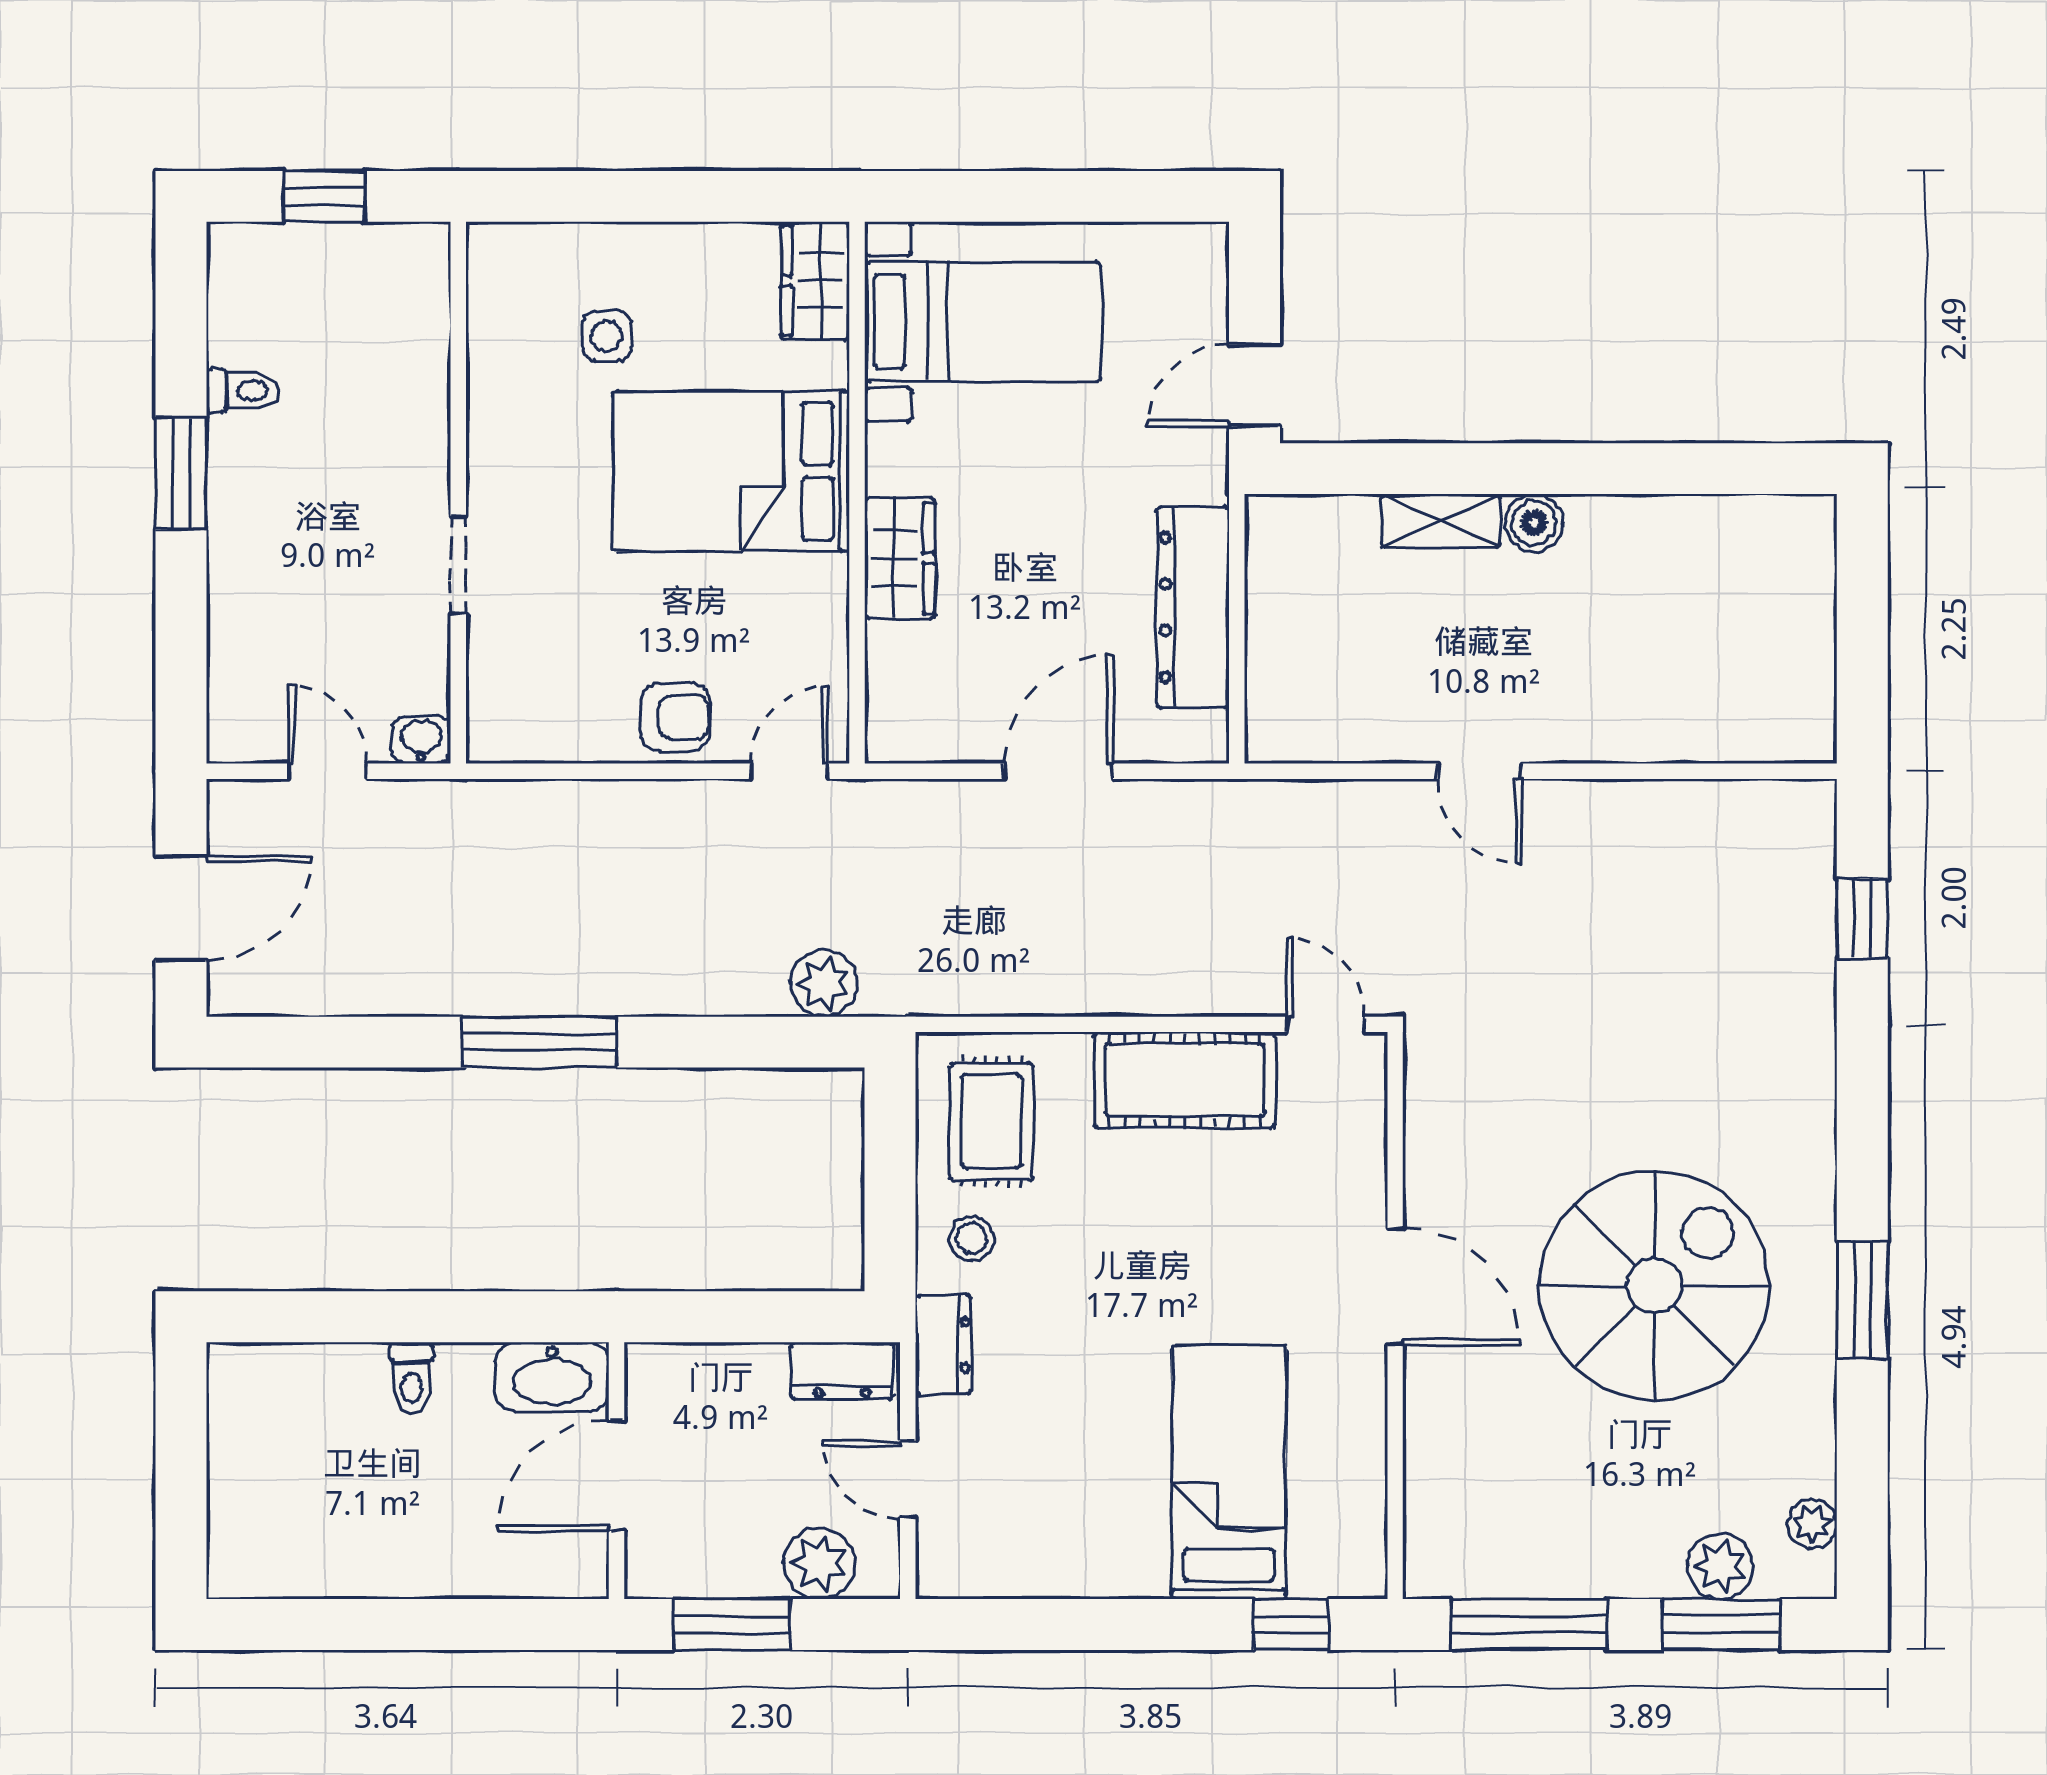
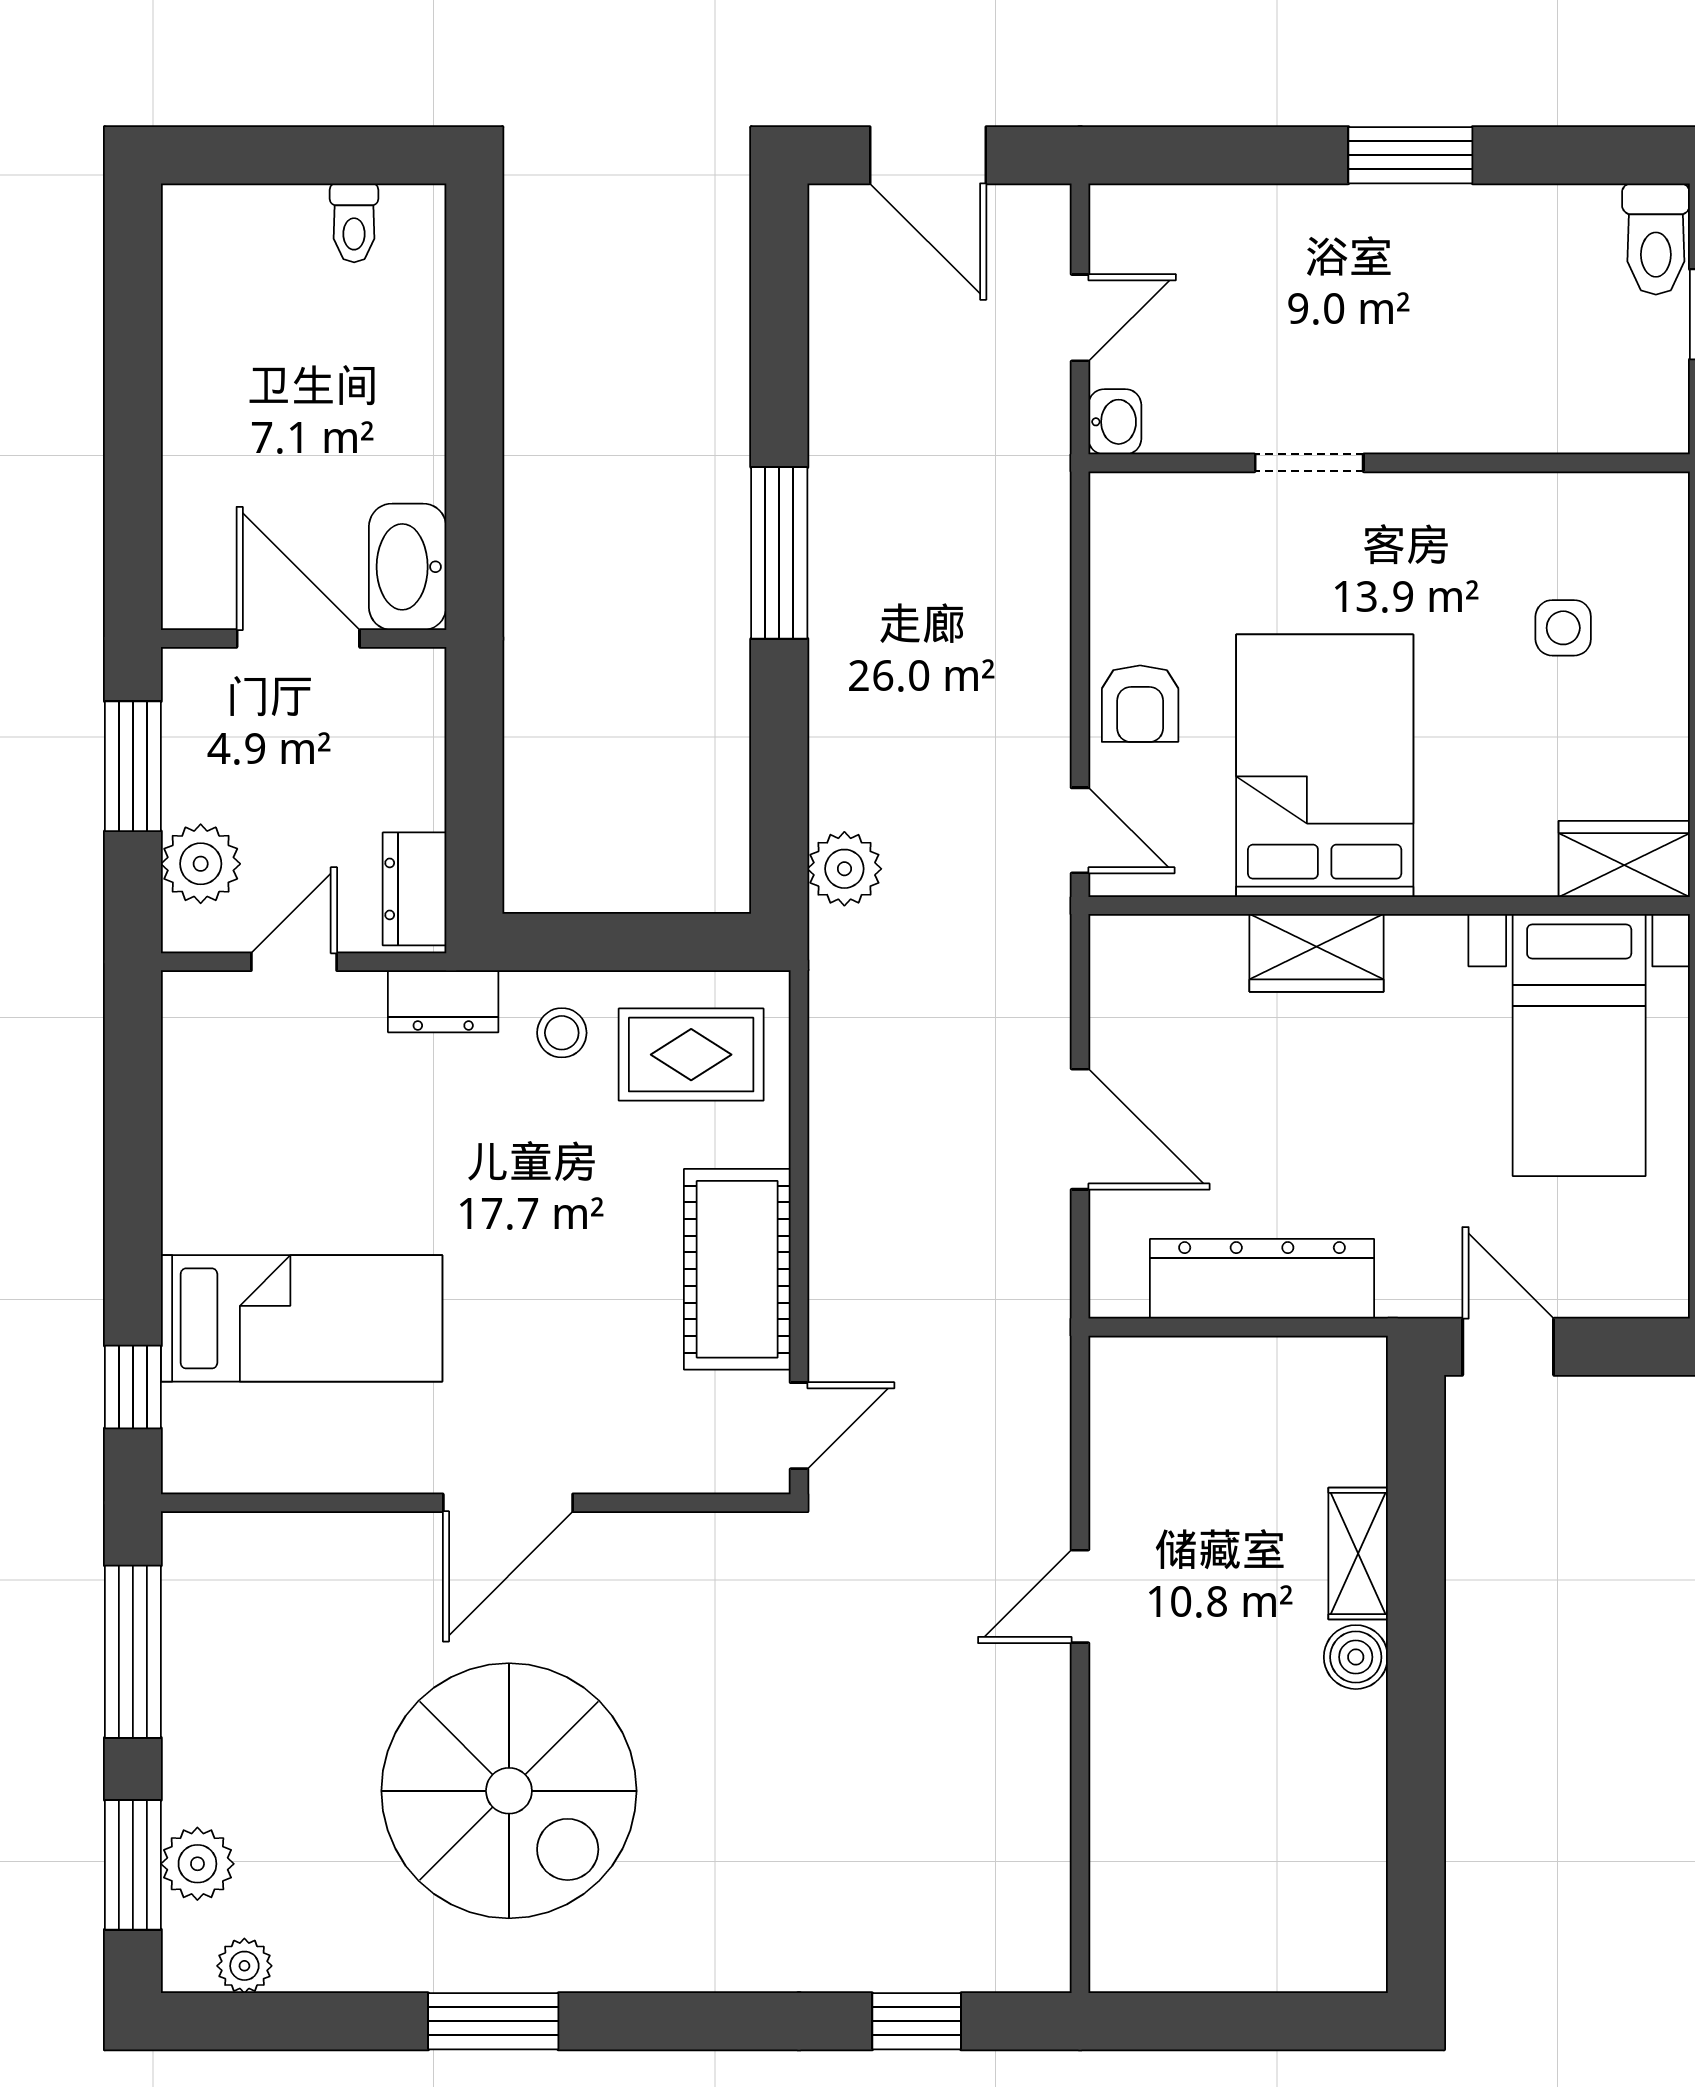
toilet: (243, 391) -> (1656, 239), moved, width x1.37, depth x1.39
bed: (731, 471) -> (1325, 766), moved
toilet: (411, 1378) -> (354, 223), moved, turned -90

